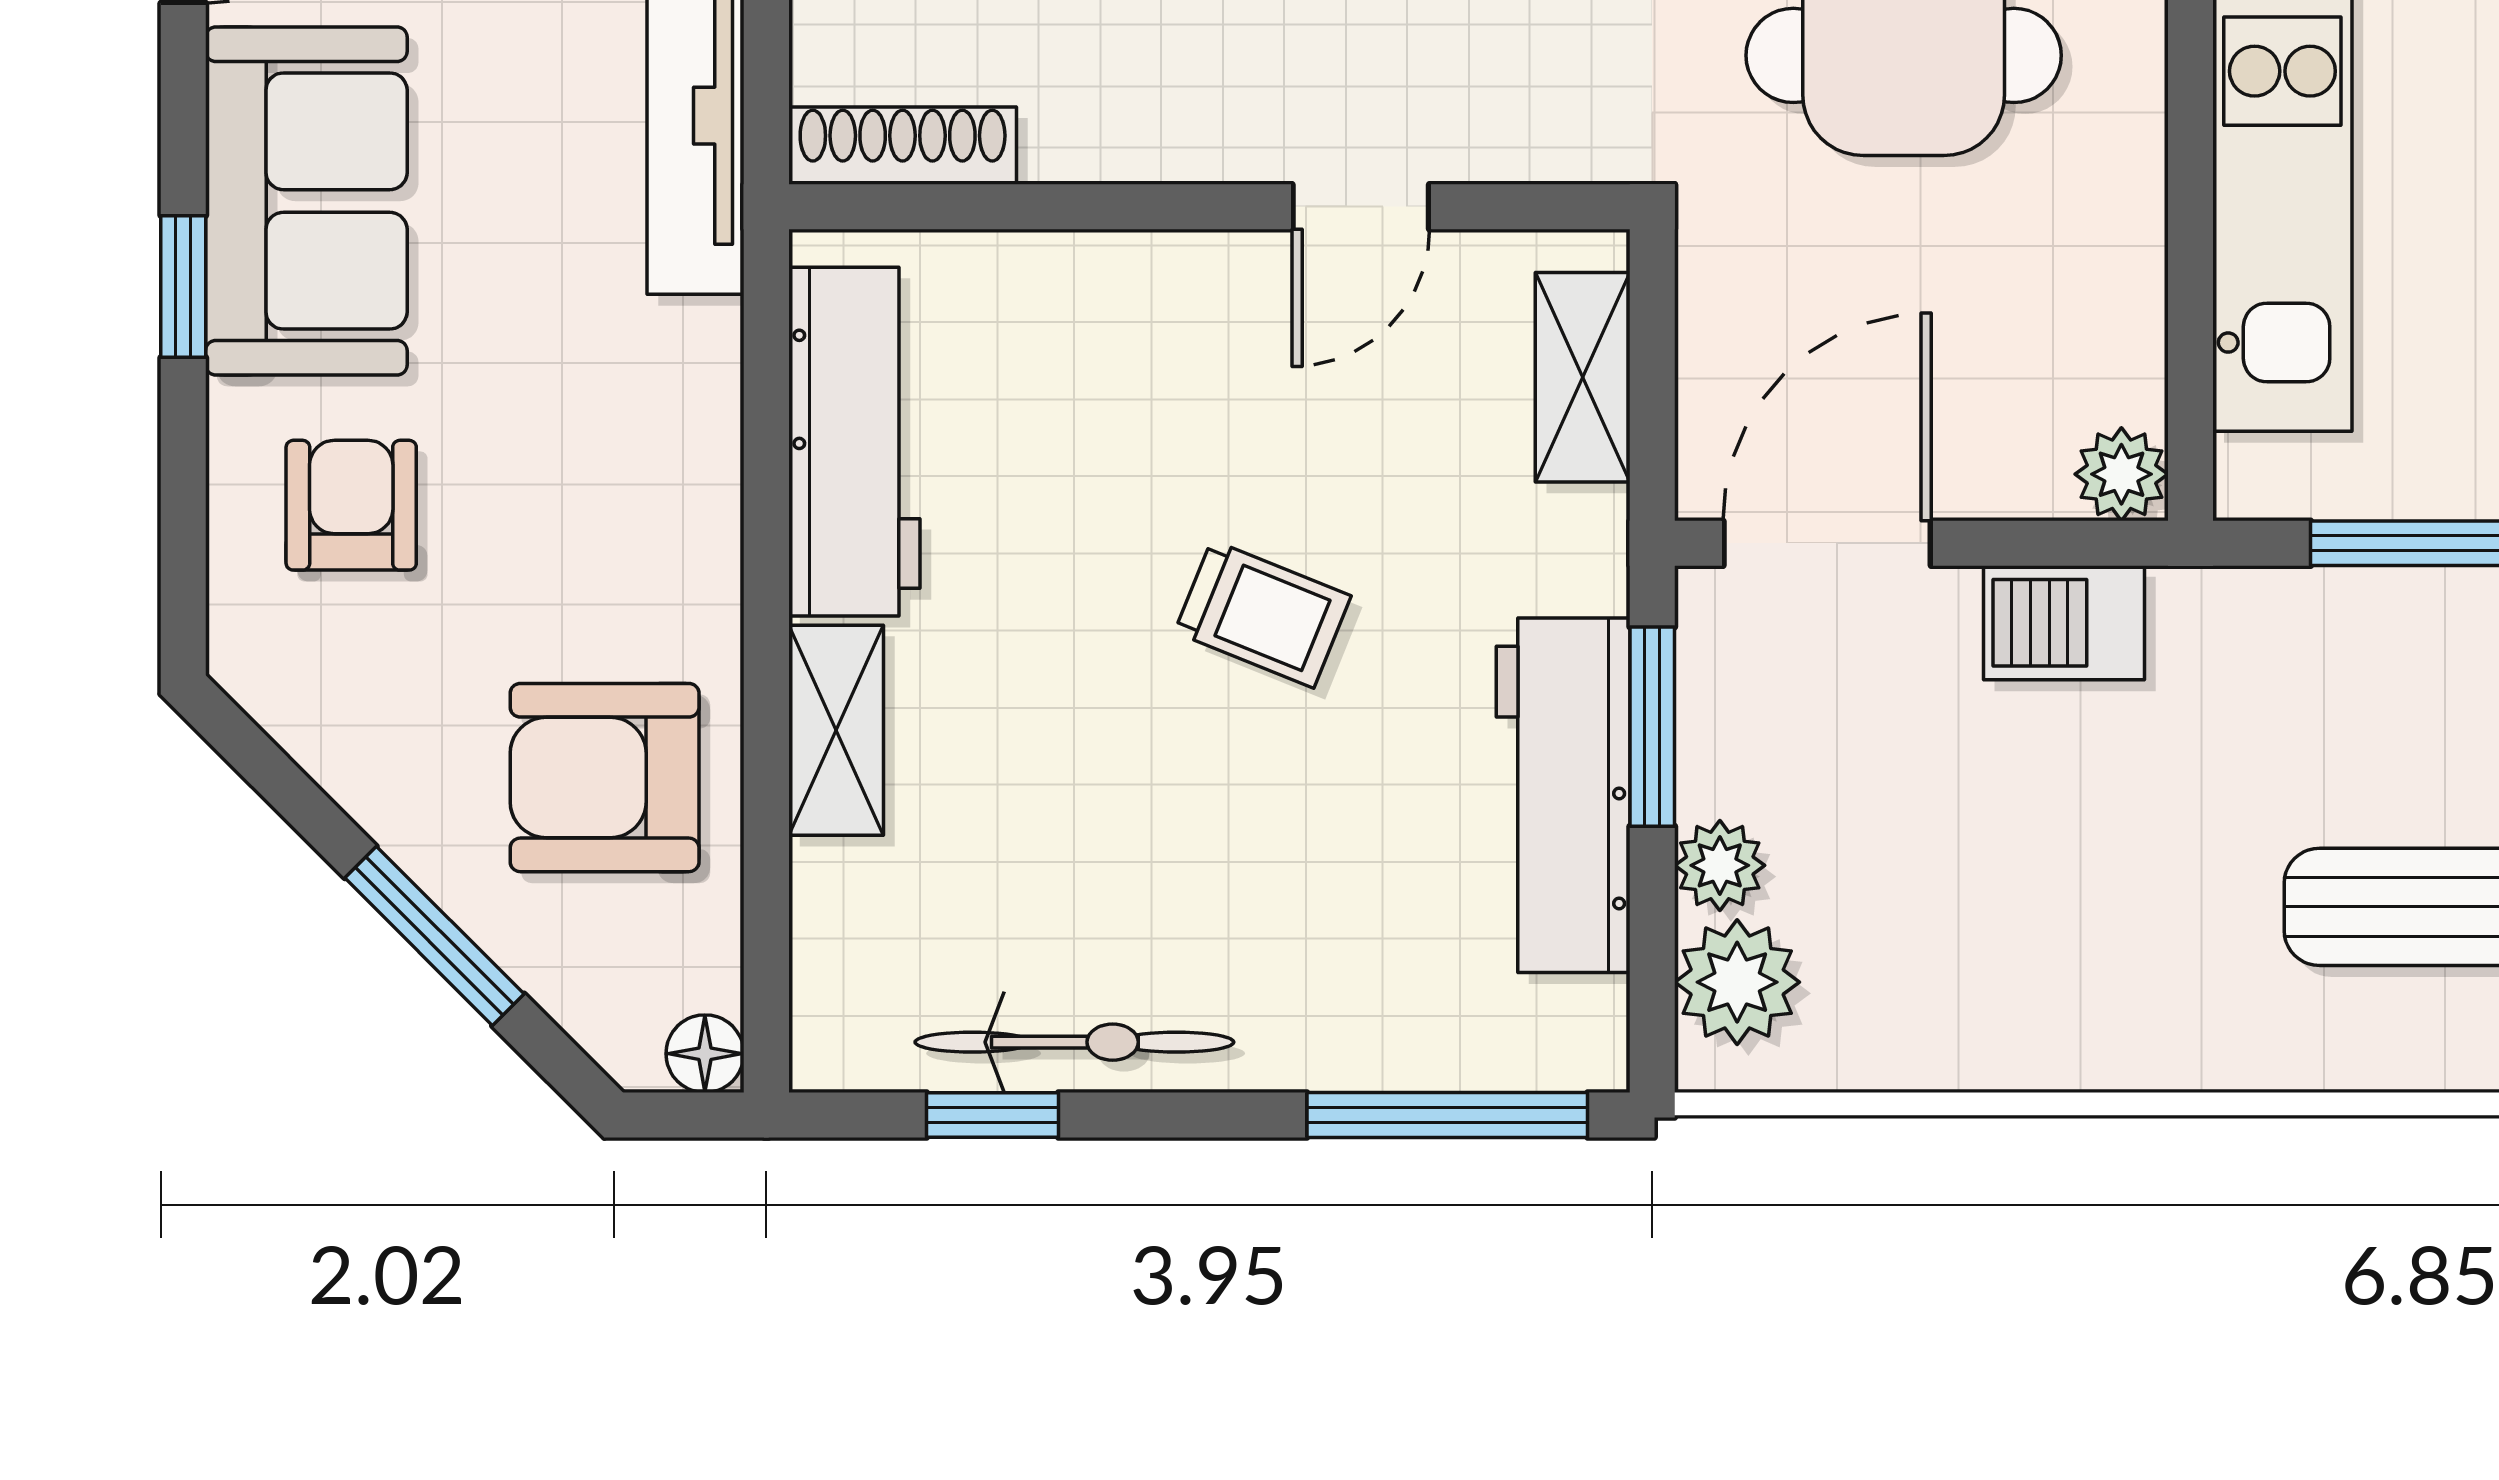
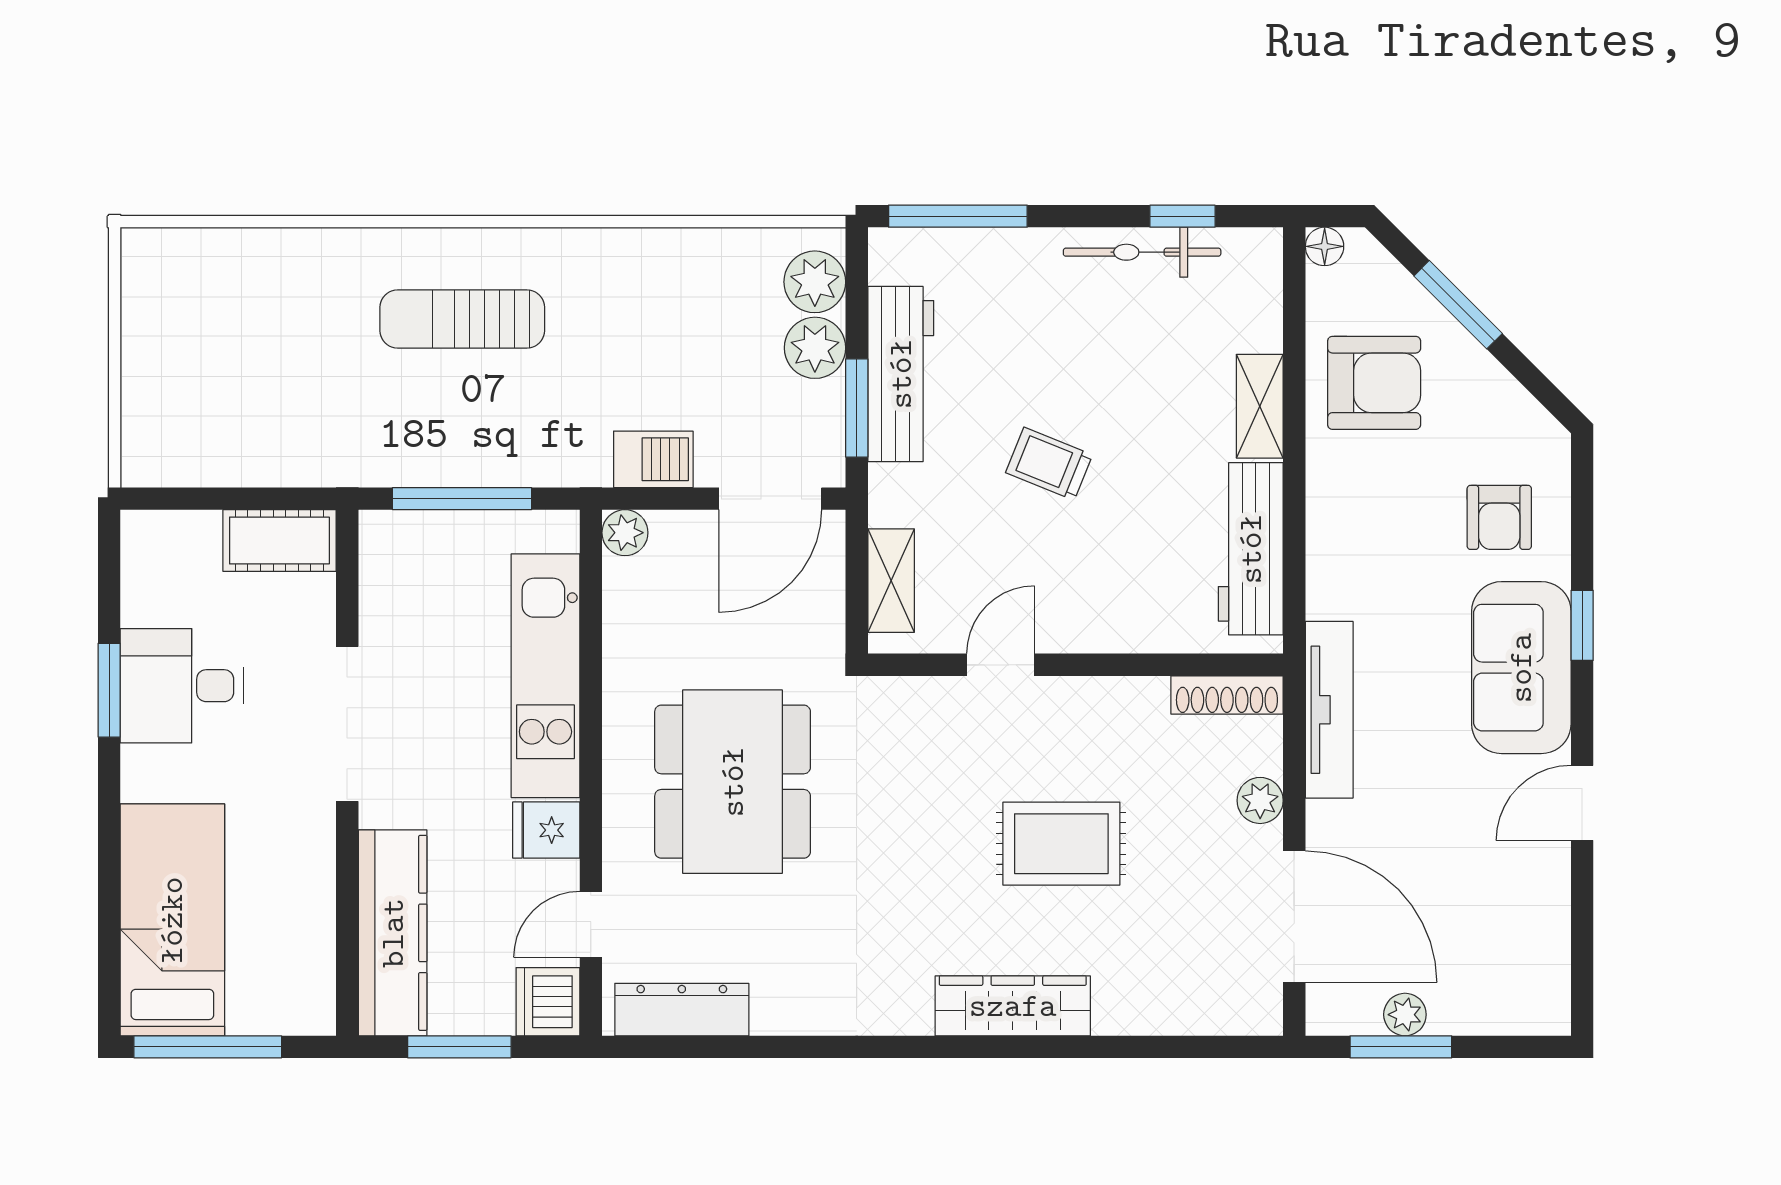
plant: (1720, 865) -> (815, 348), width x1.38, depth x1.38

